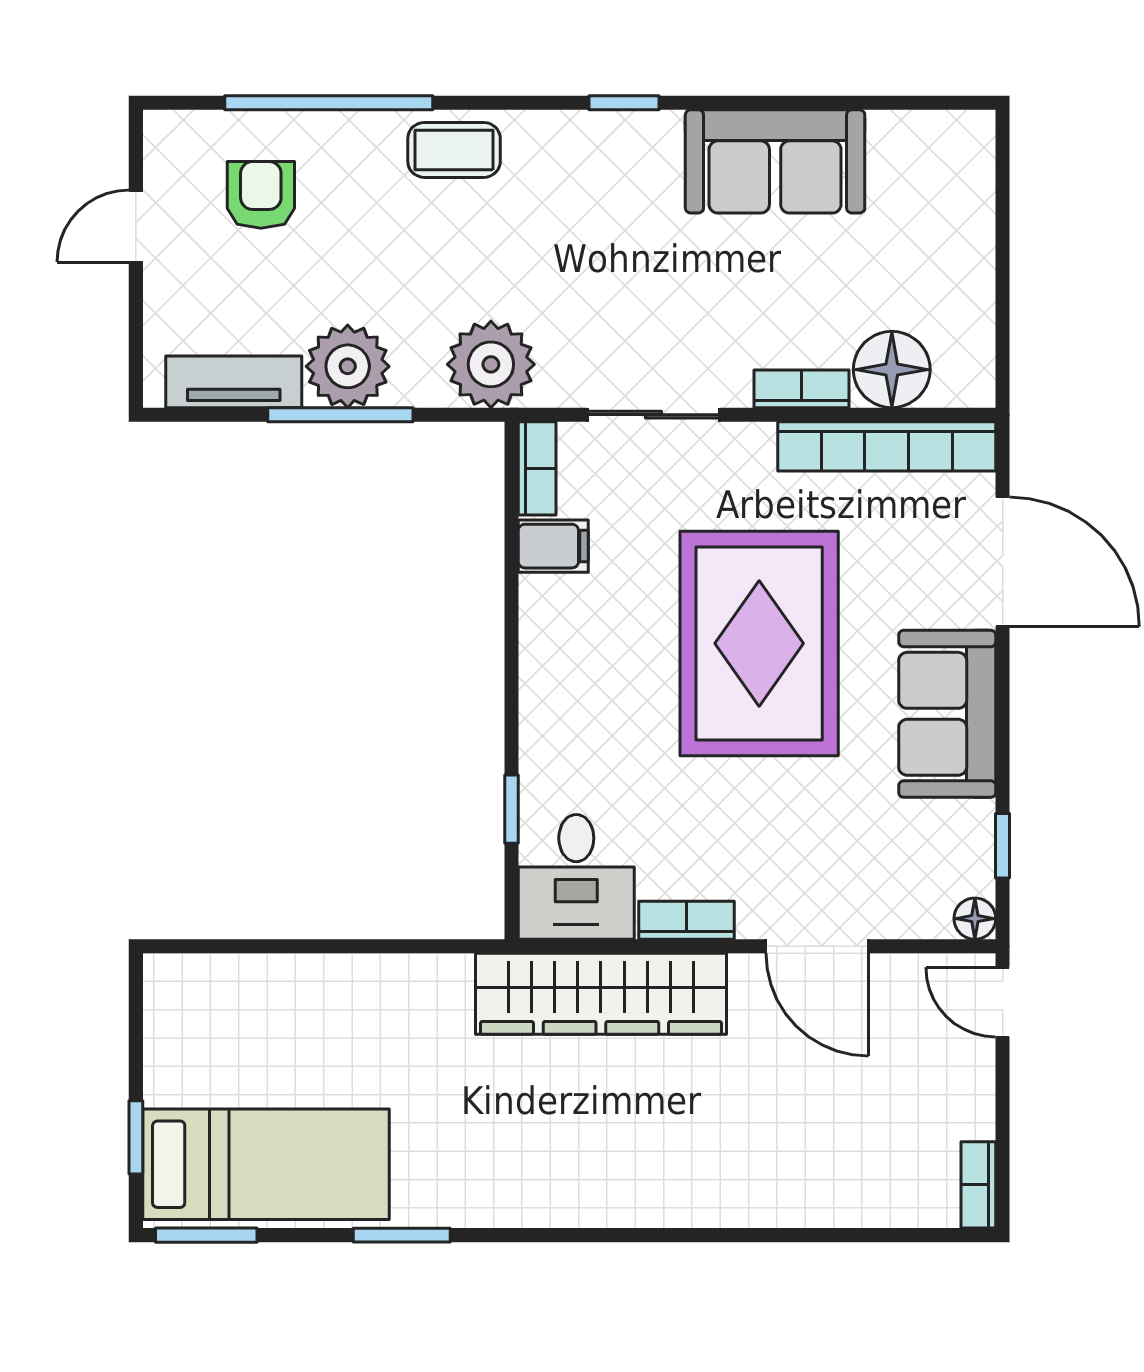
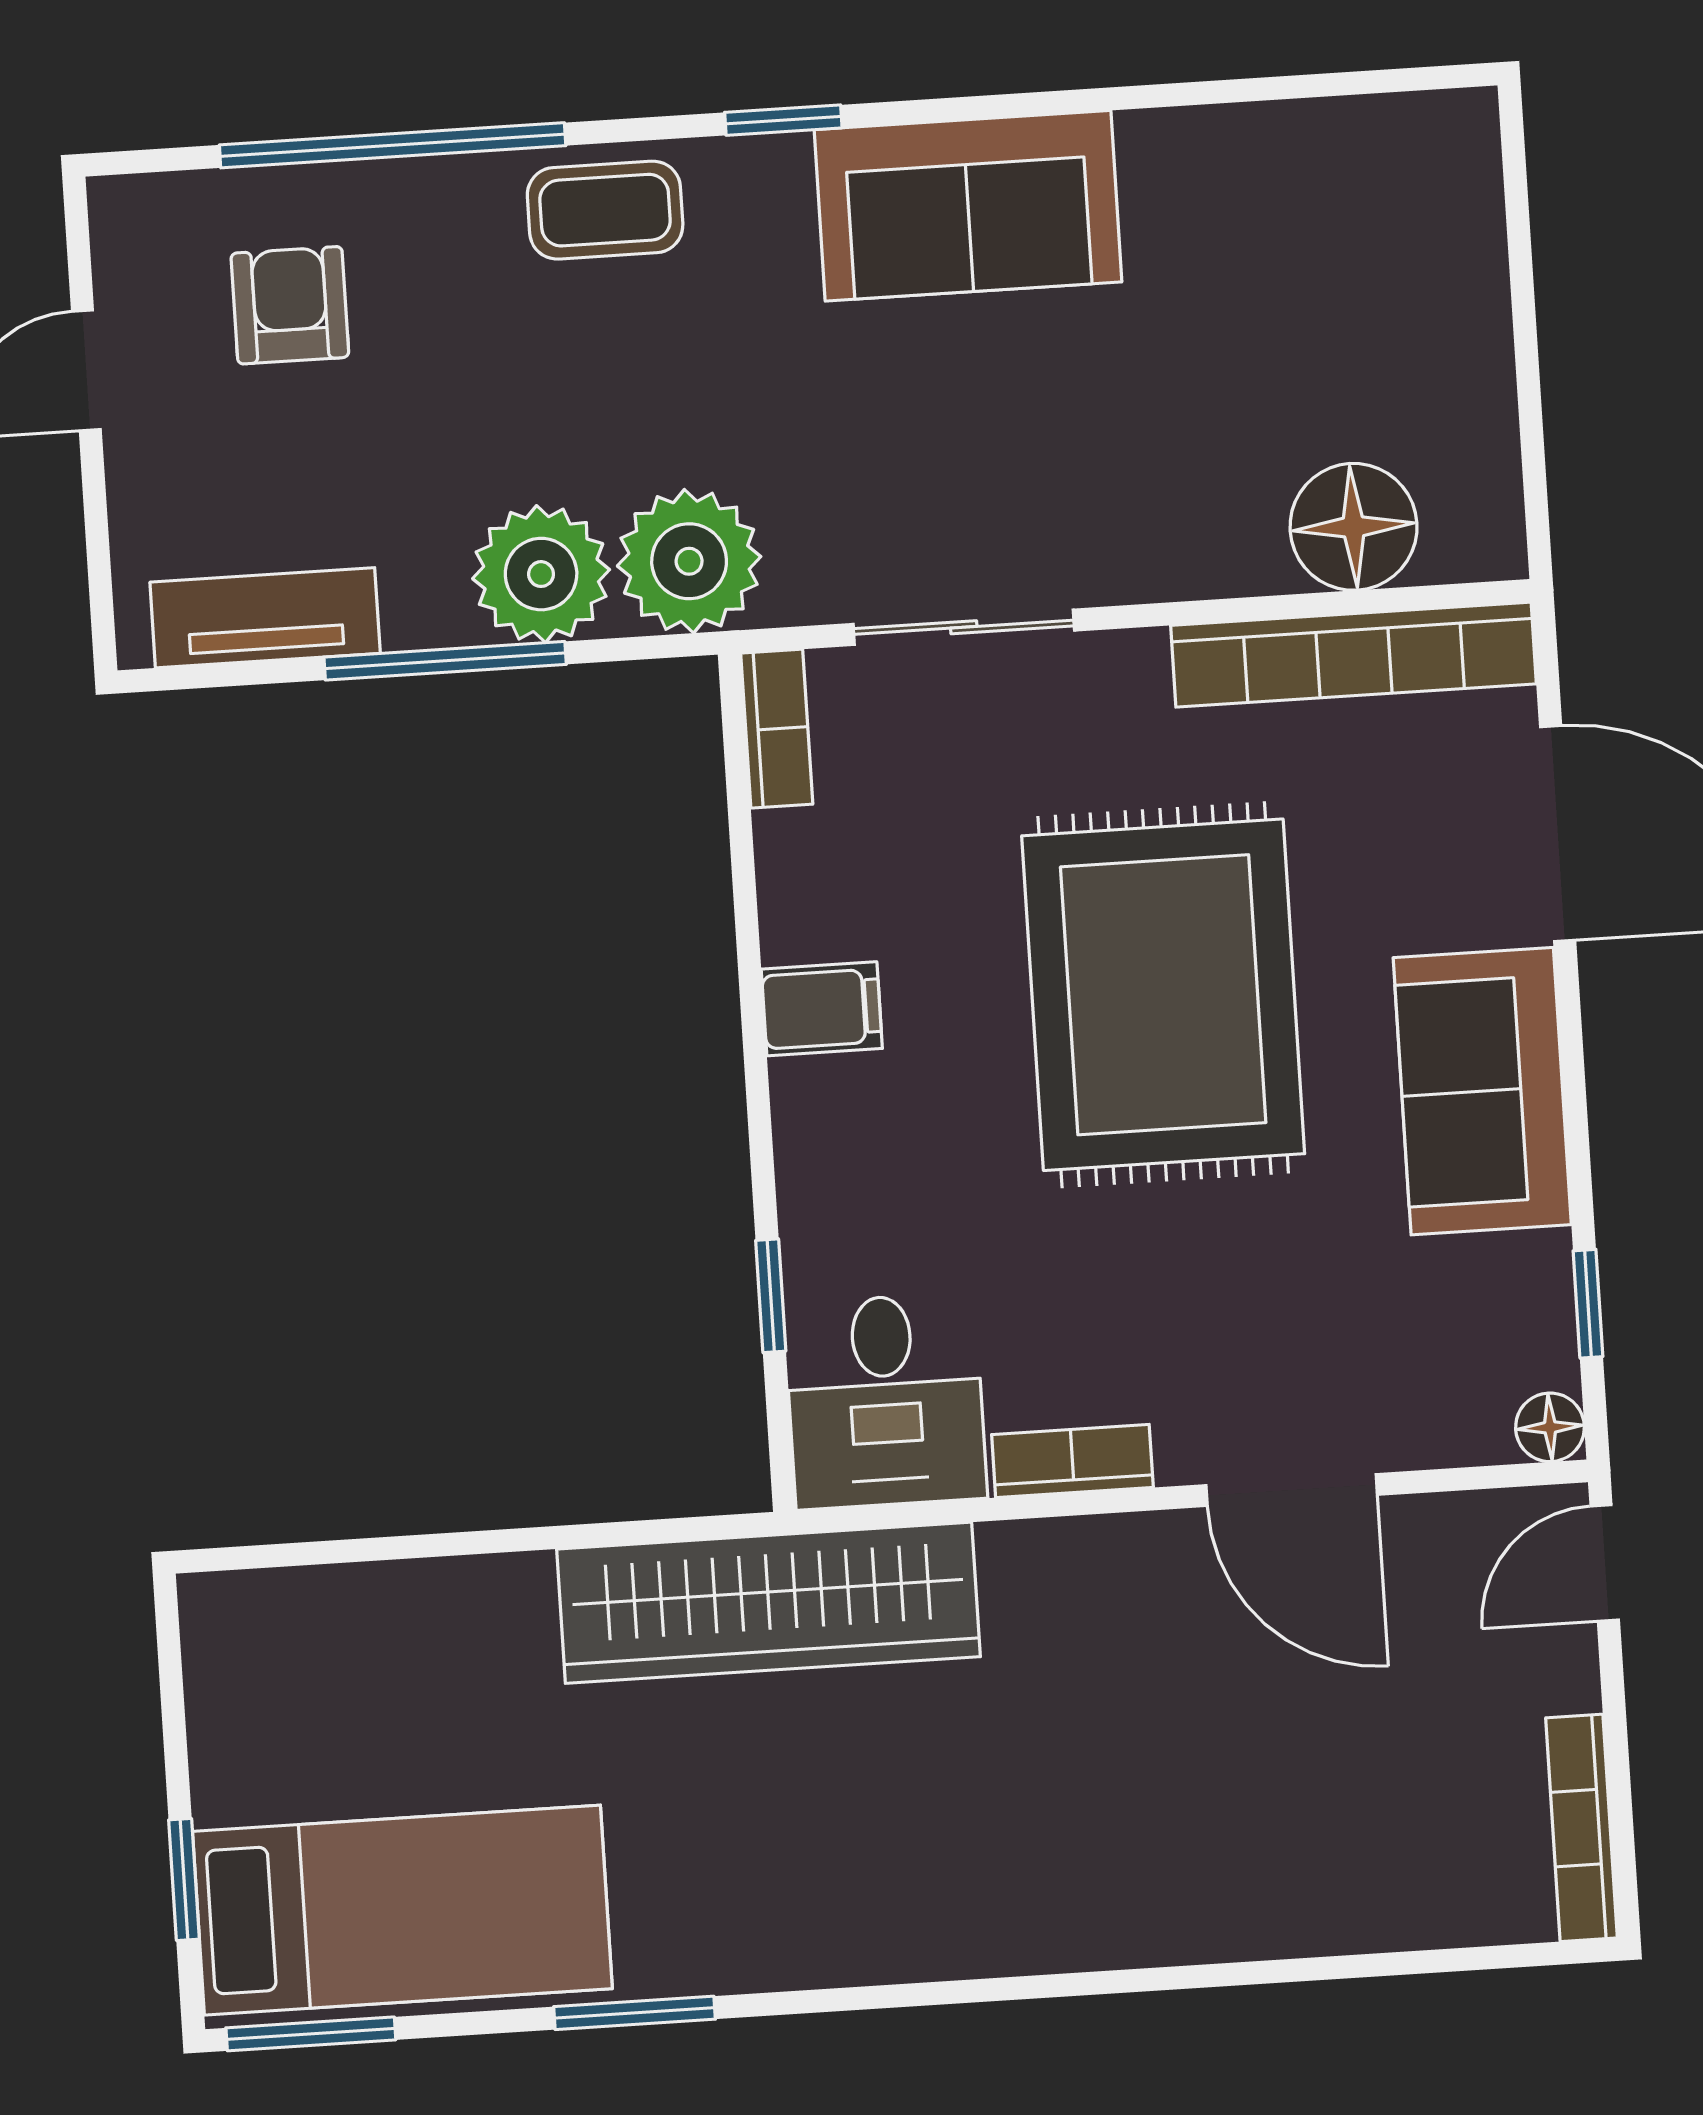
window: (624, 103) -> (783, 120), moved
sofa: (775, 161) -> (968, 206), moved
plant: (348, 366) -> (541, 574), moved
bookcase: (802, 389) -> (1206, 569), removed
filing cabinet: (553, 546) -> (822, 1009), moved
wardrobe: (601, 994) -> (769, 1603), moved
door: (1003, 1002) -> (1605, 1563), hinge flipped
bookcase: (978, 1185) -> (1582, 1828), width x1.56

